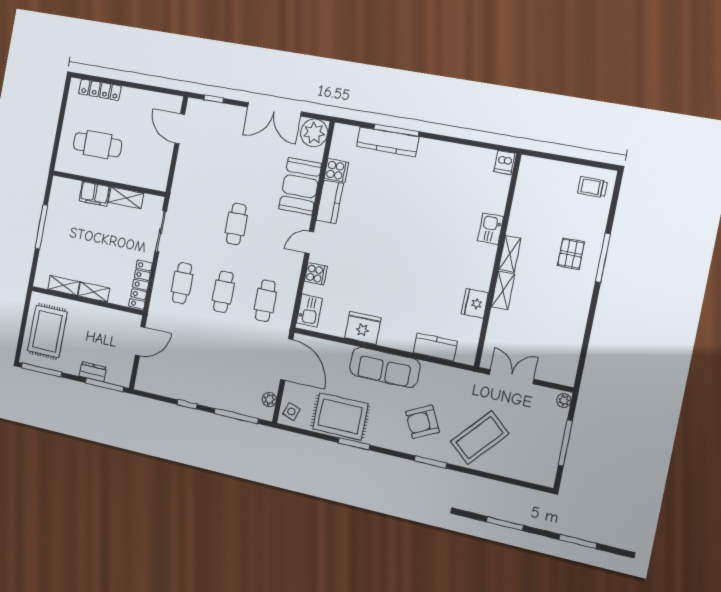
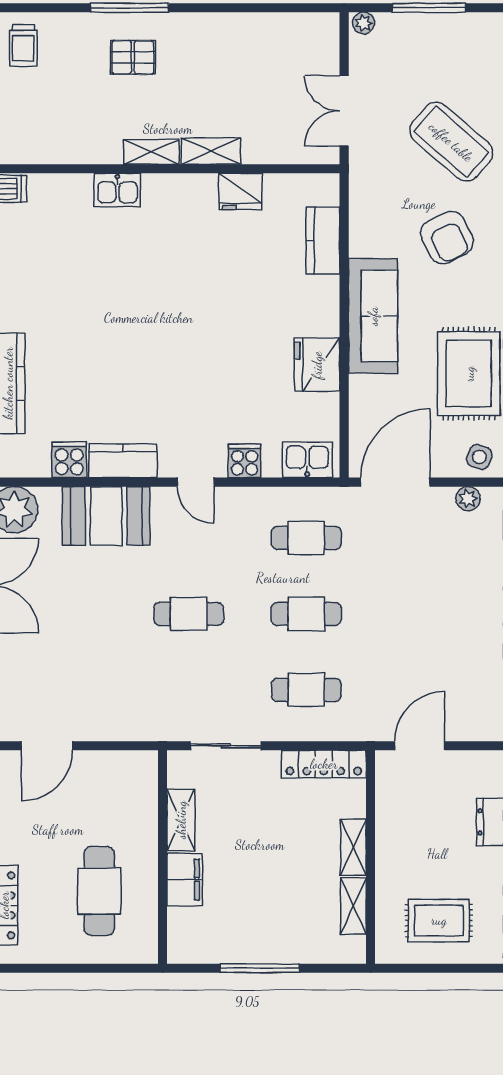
rug: (47, 331) -> (439, 920), width x0.73, depth x0.70
door: (140, 341) -> (420, 746), hinge flipped

